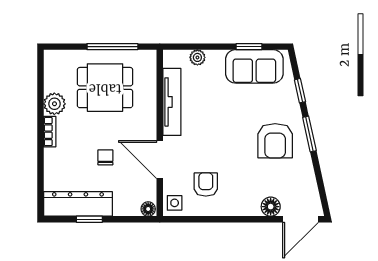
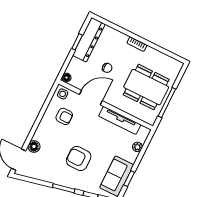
dining table: (105, 88) -> (146, 87), width x1.37
plant: (54, 104) -> (151, 54), removed
armchair: (275, 141) -> (79, 158), moved

